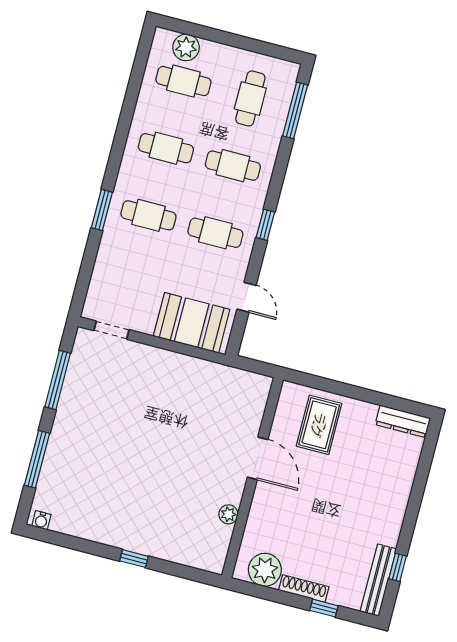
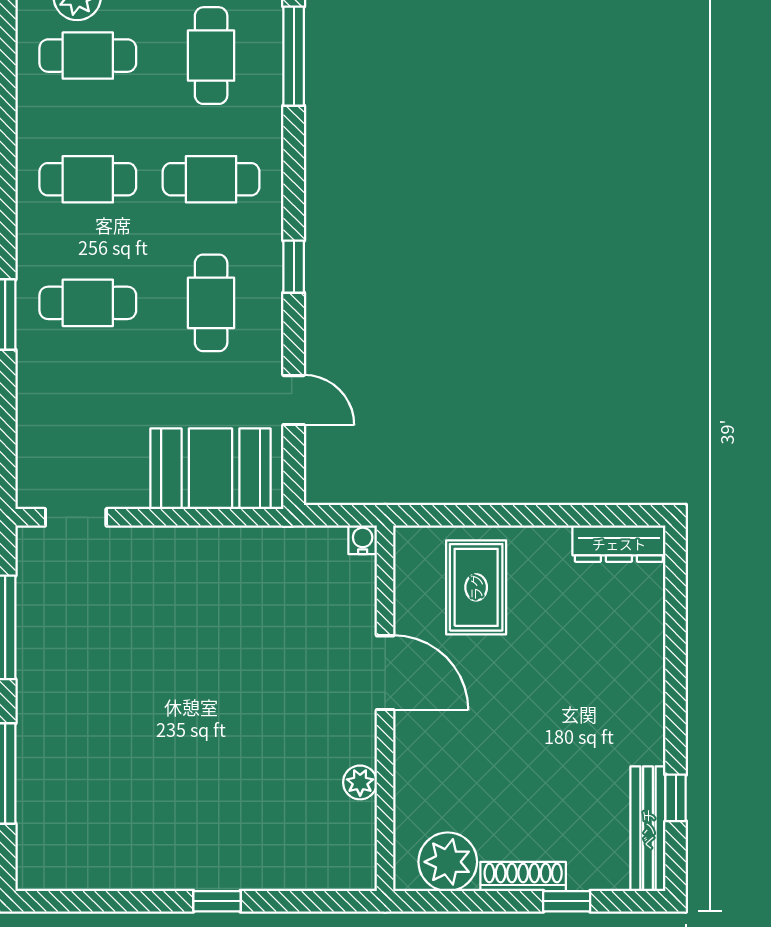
cafe table: (215, 233) -> (211, 303), turned 90
water cooler: (41, 520) -> (363, 540), moved, turned 180

